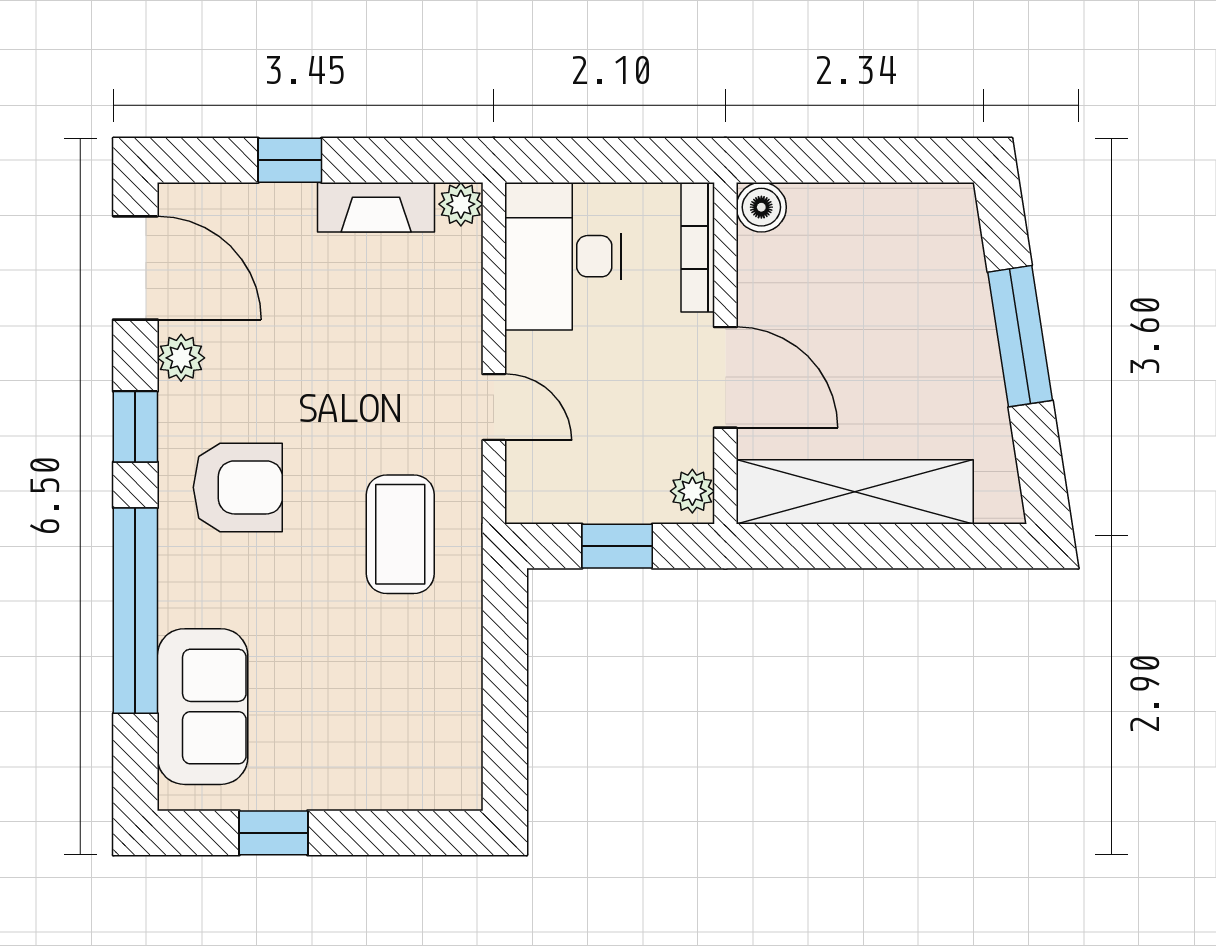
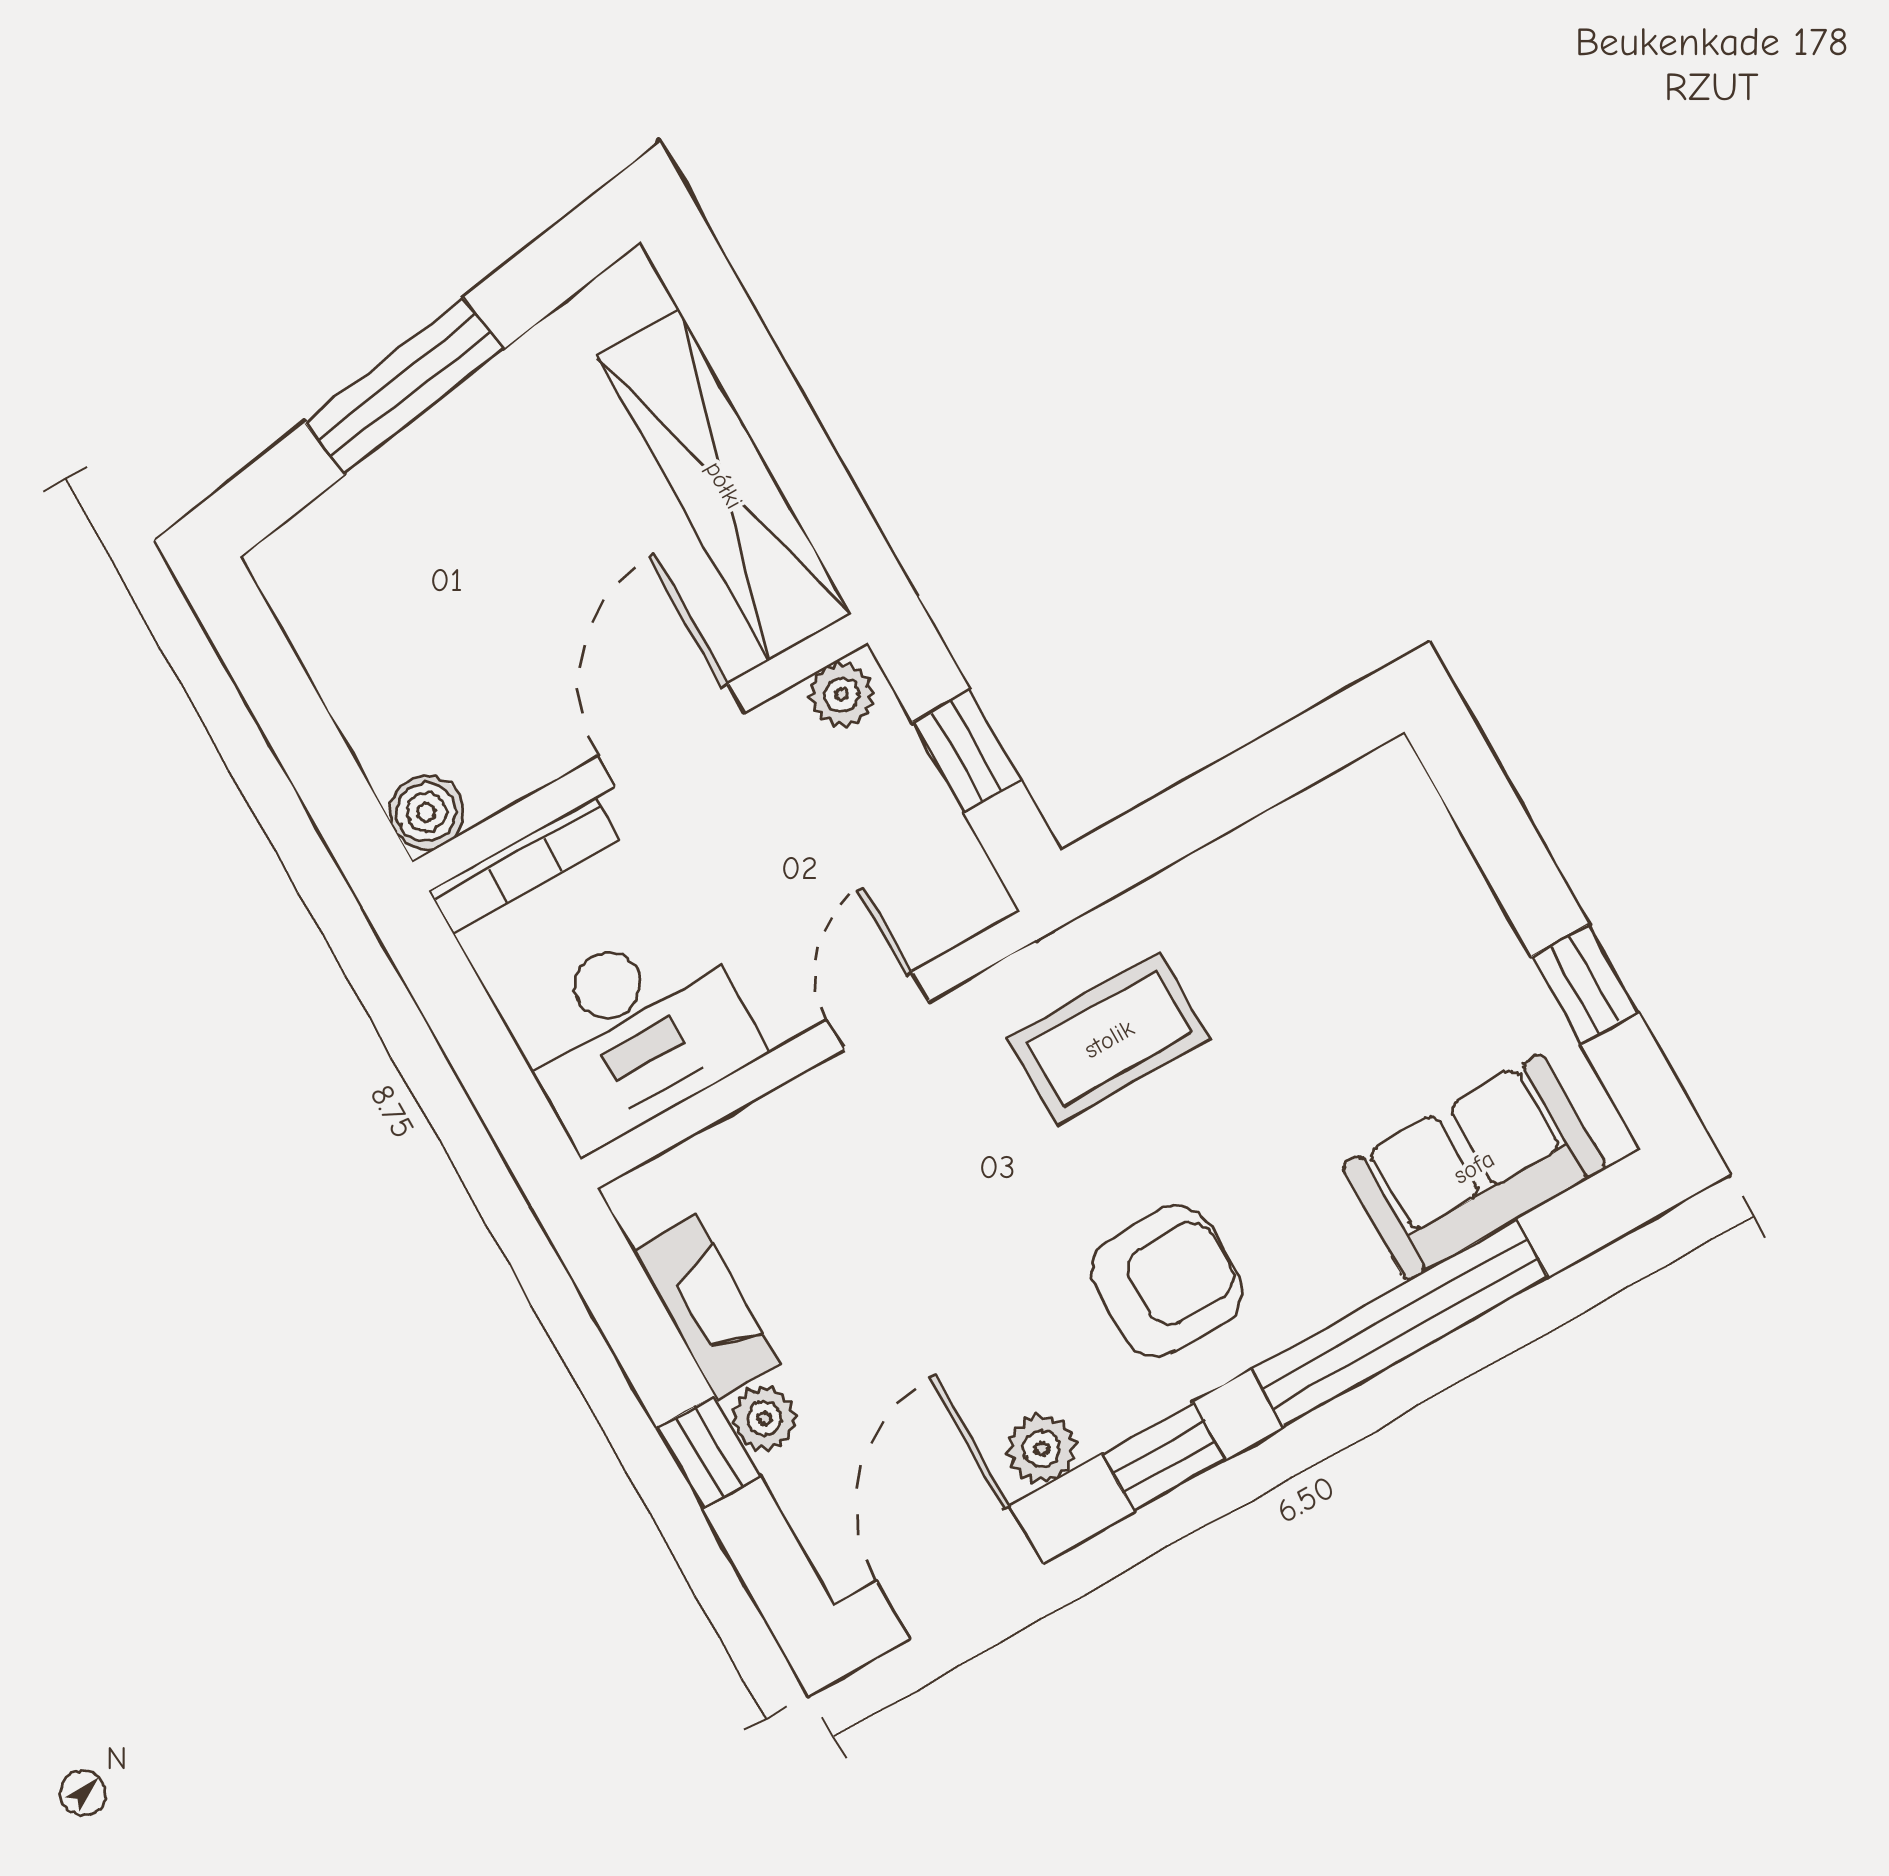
plant: (461, 204) -> (764, 1418), moved
armchair: (238, 487) -> (1167, 1281), turned 90

